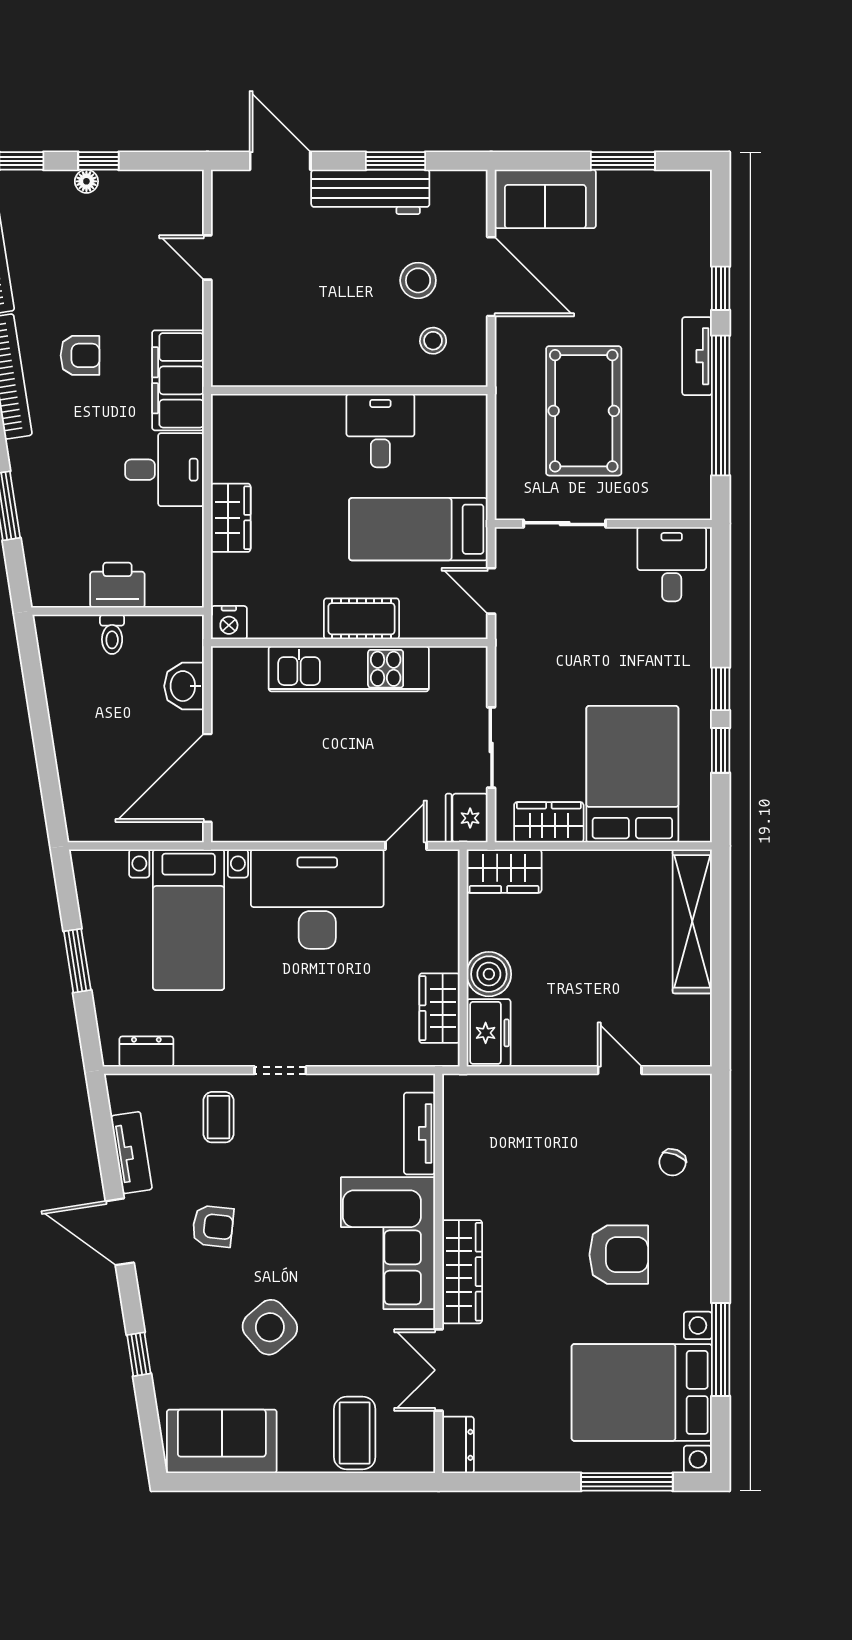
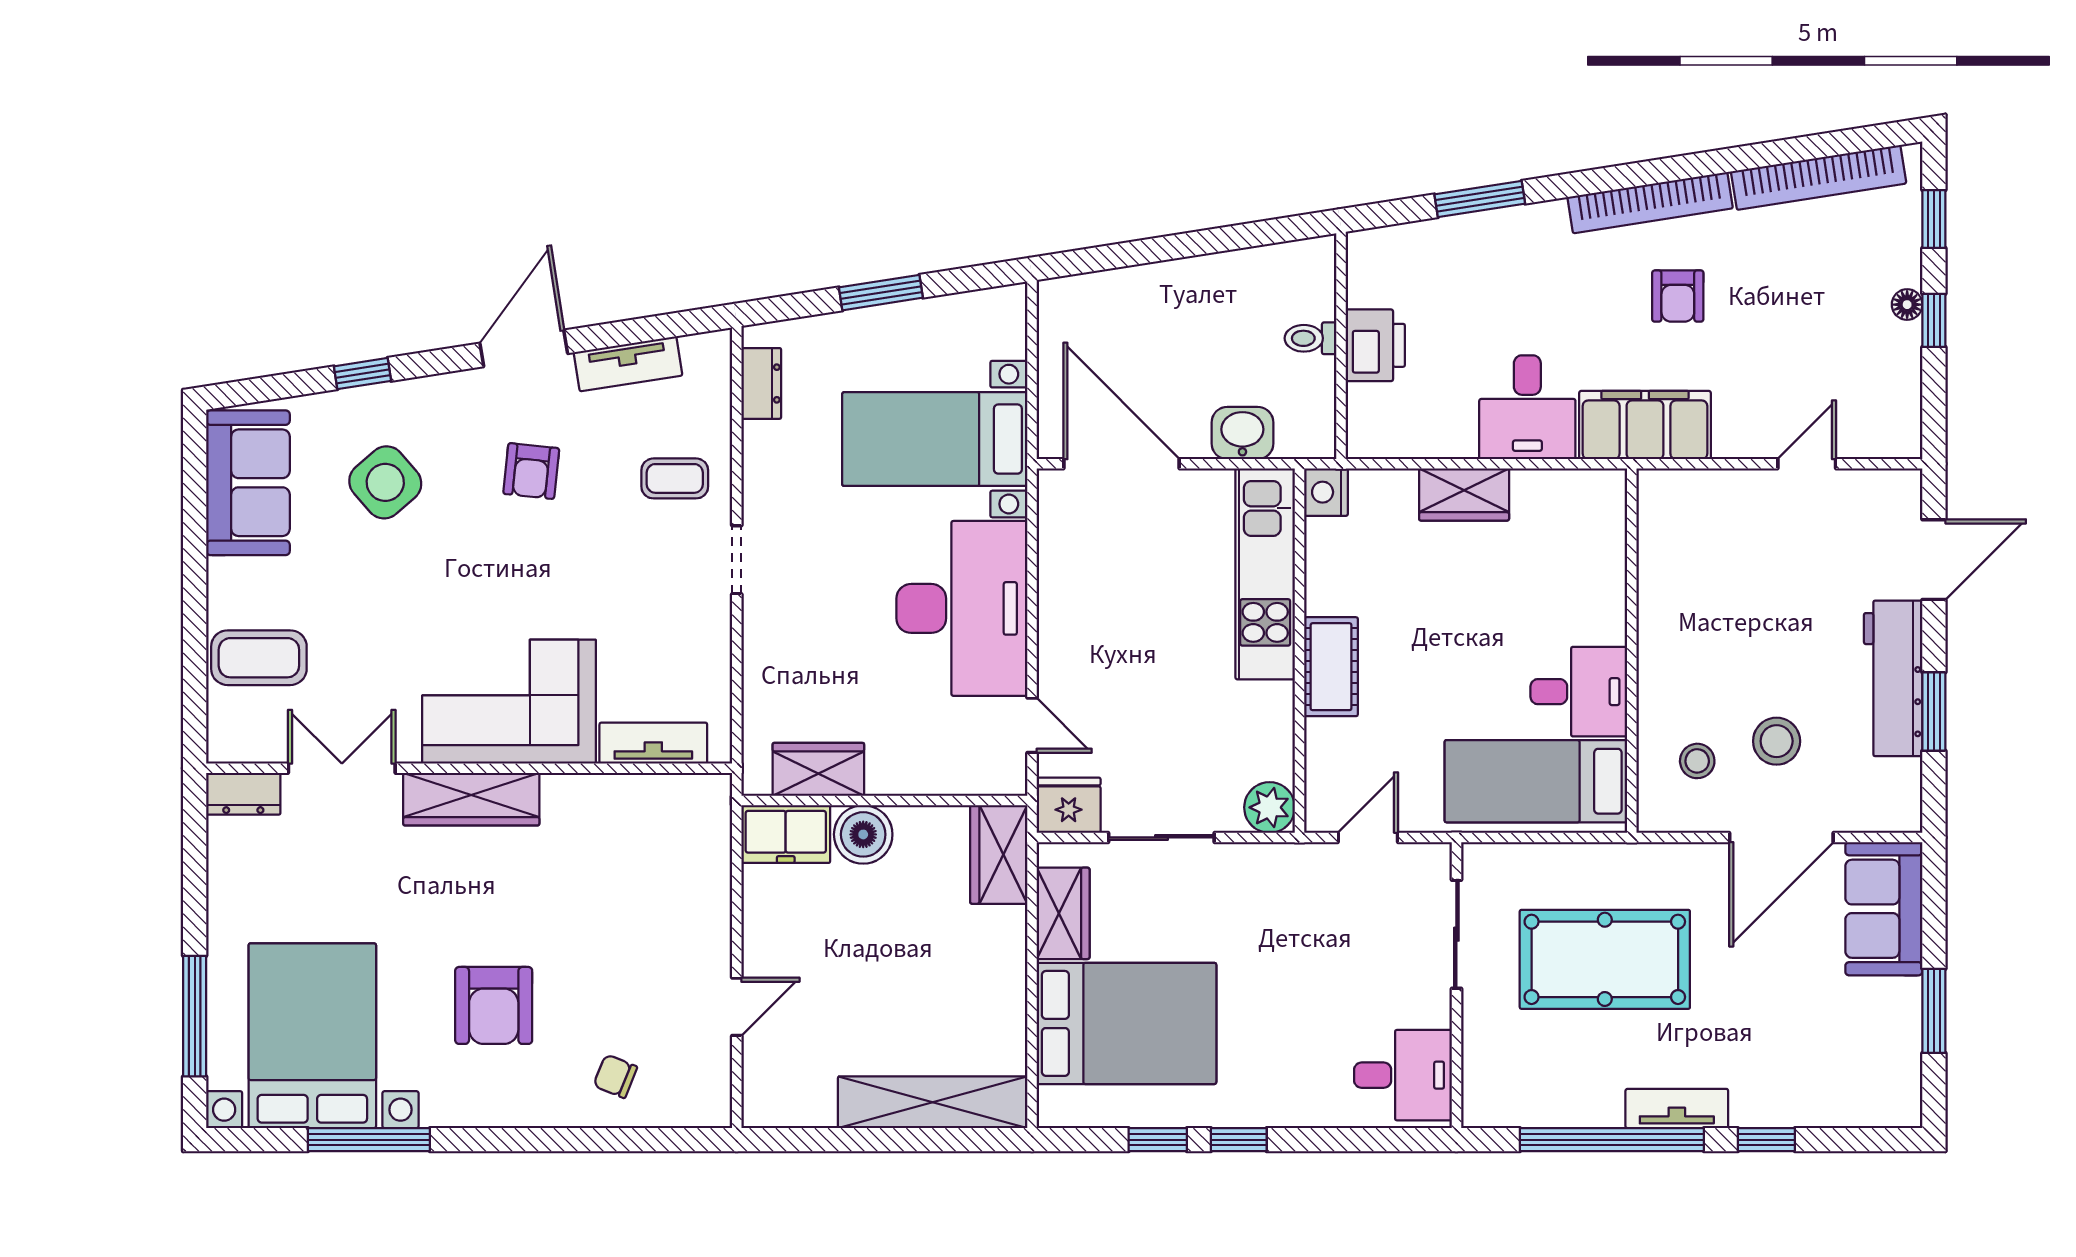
bed: (418, 529) -> (1536, 781), moved, turned -90
plant: (468, 665) -> (1270, 807), added
kitchen unit: (349, 669) -> (1265, 574), moved
side table: (270, 1327) -> (385, 482), moved

